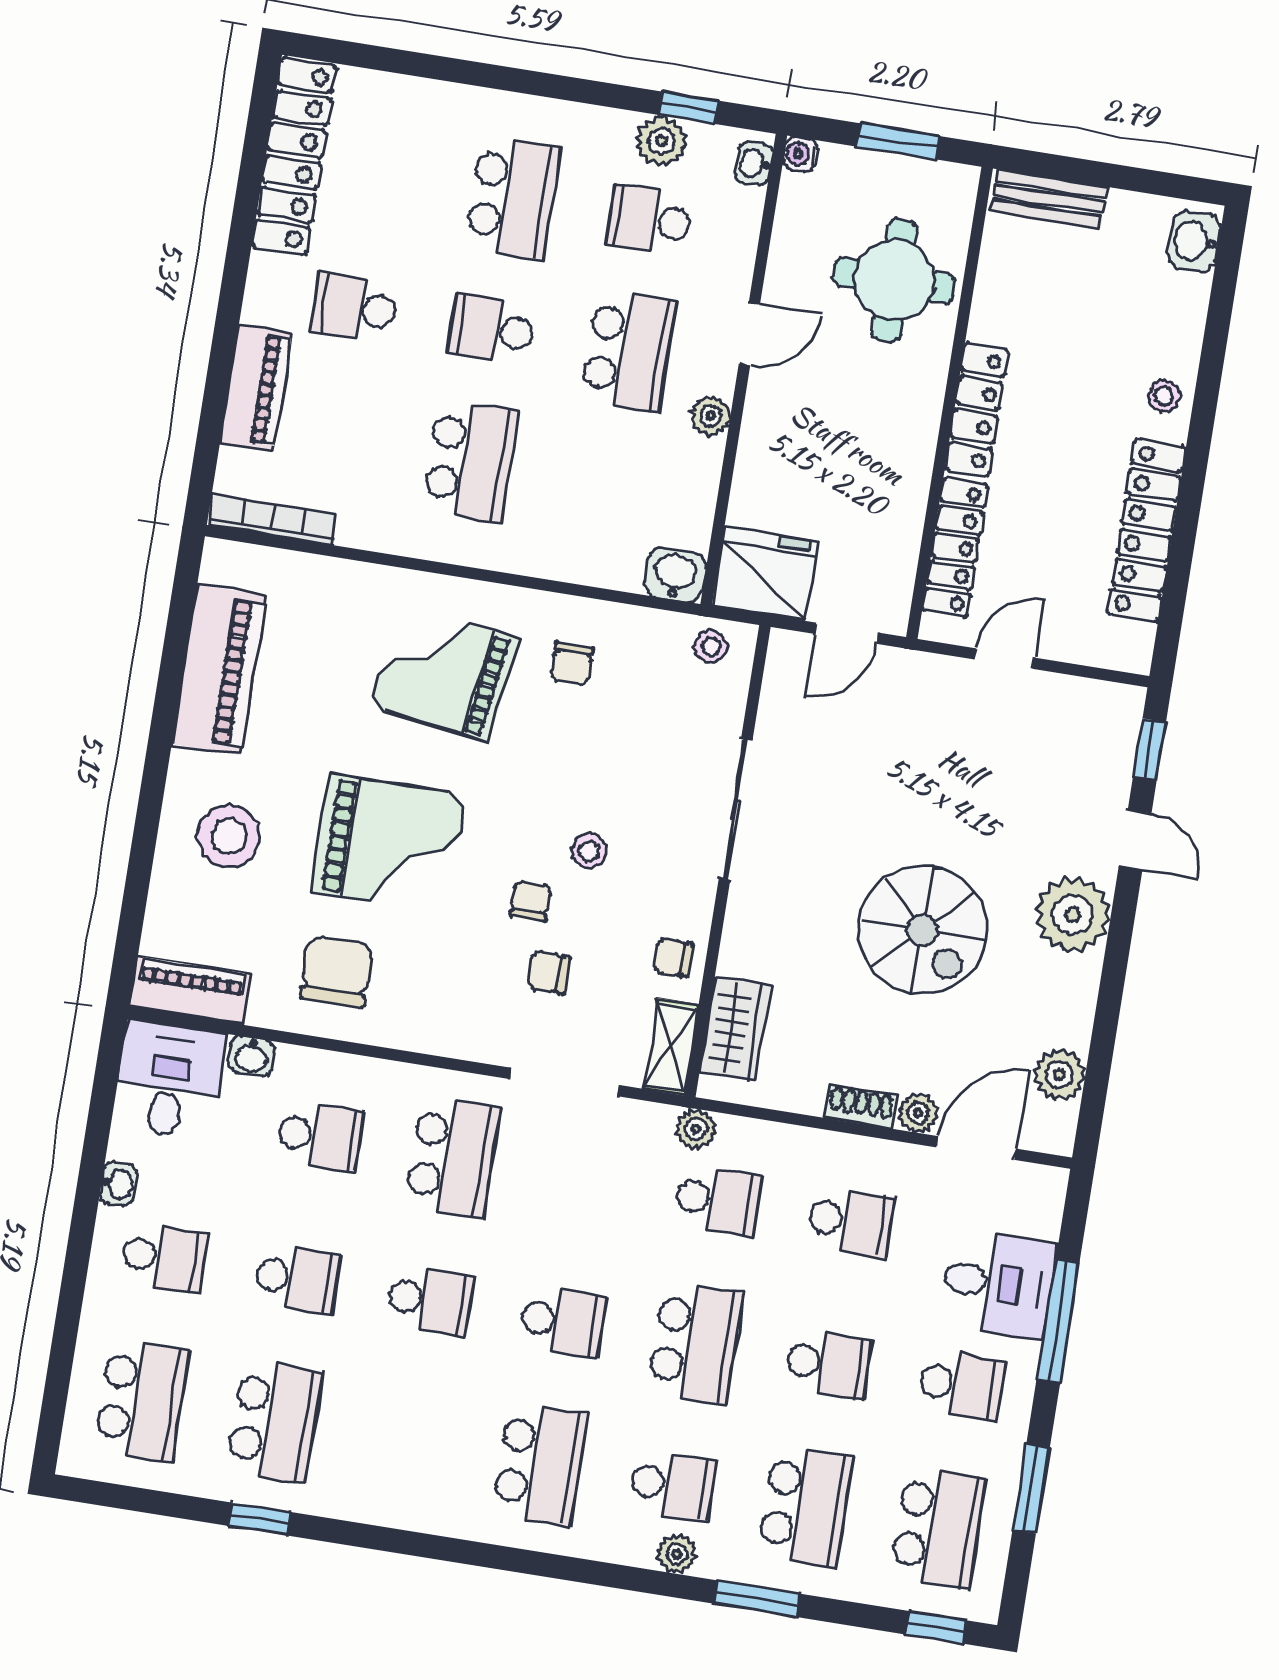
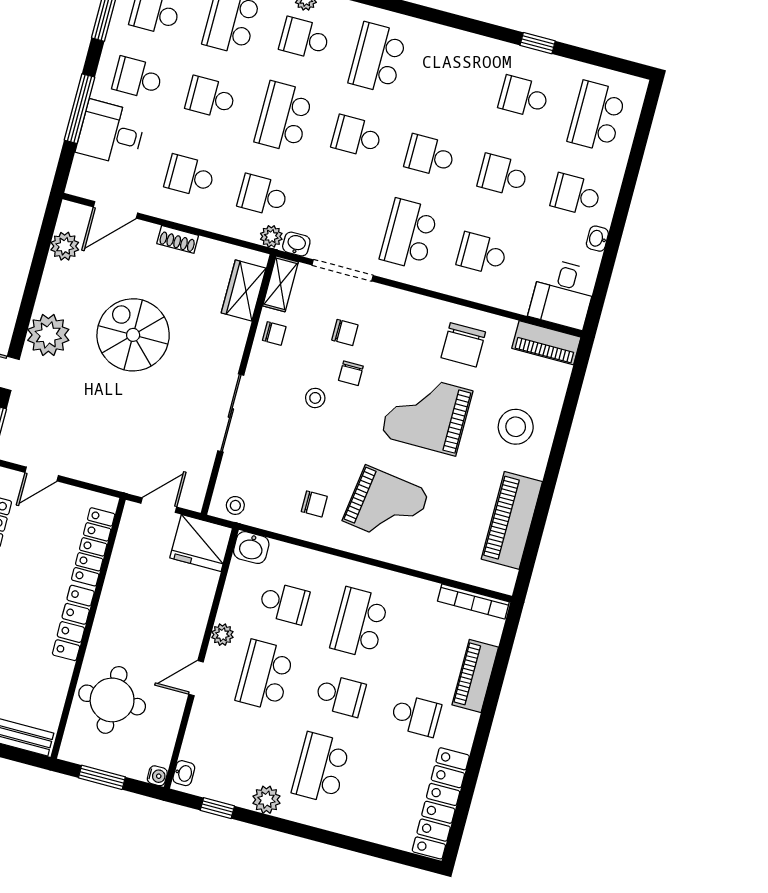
plant: (661, 141) -> (266, 800), moved
school desk: (650, 220) -> (284, 603), moved
door: (1004, 659) -> (42, 474), moved
chair: (572, 663) -> (314, 504), turned 90
washbasin: (251, 1056) -> (296, 244), moved
plant: (918, 1113) -> (146, 233), removed
school desk: (274, 1421) -> (524, 97), width x0.54

